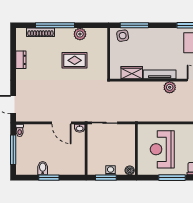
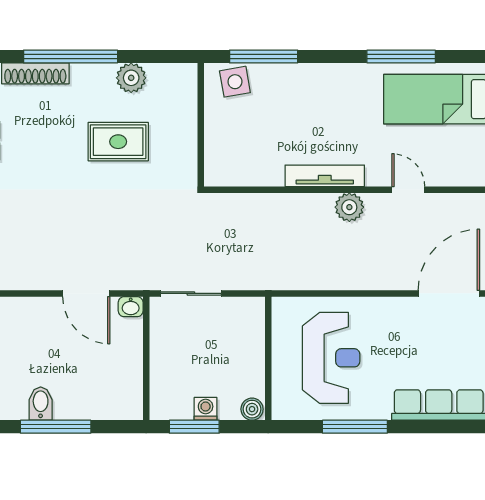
wardrobe: (132, 73) -> (257, 171), removed
reception desk: (162, 149) -> (331, 358), turned 180
window: (49, 178) -> (56, 427), width x1.44

